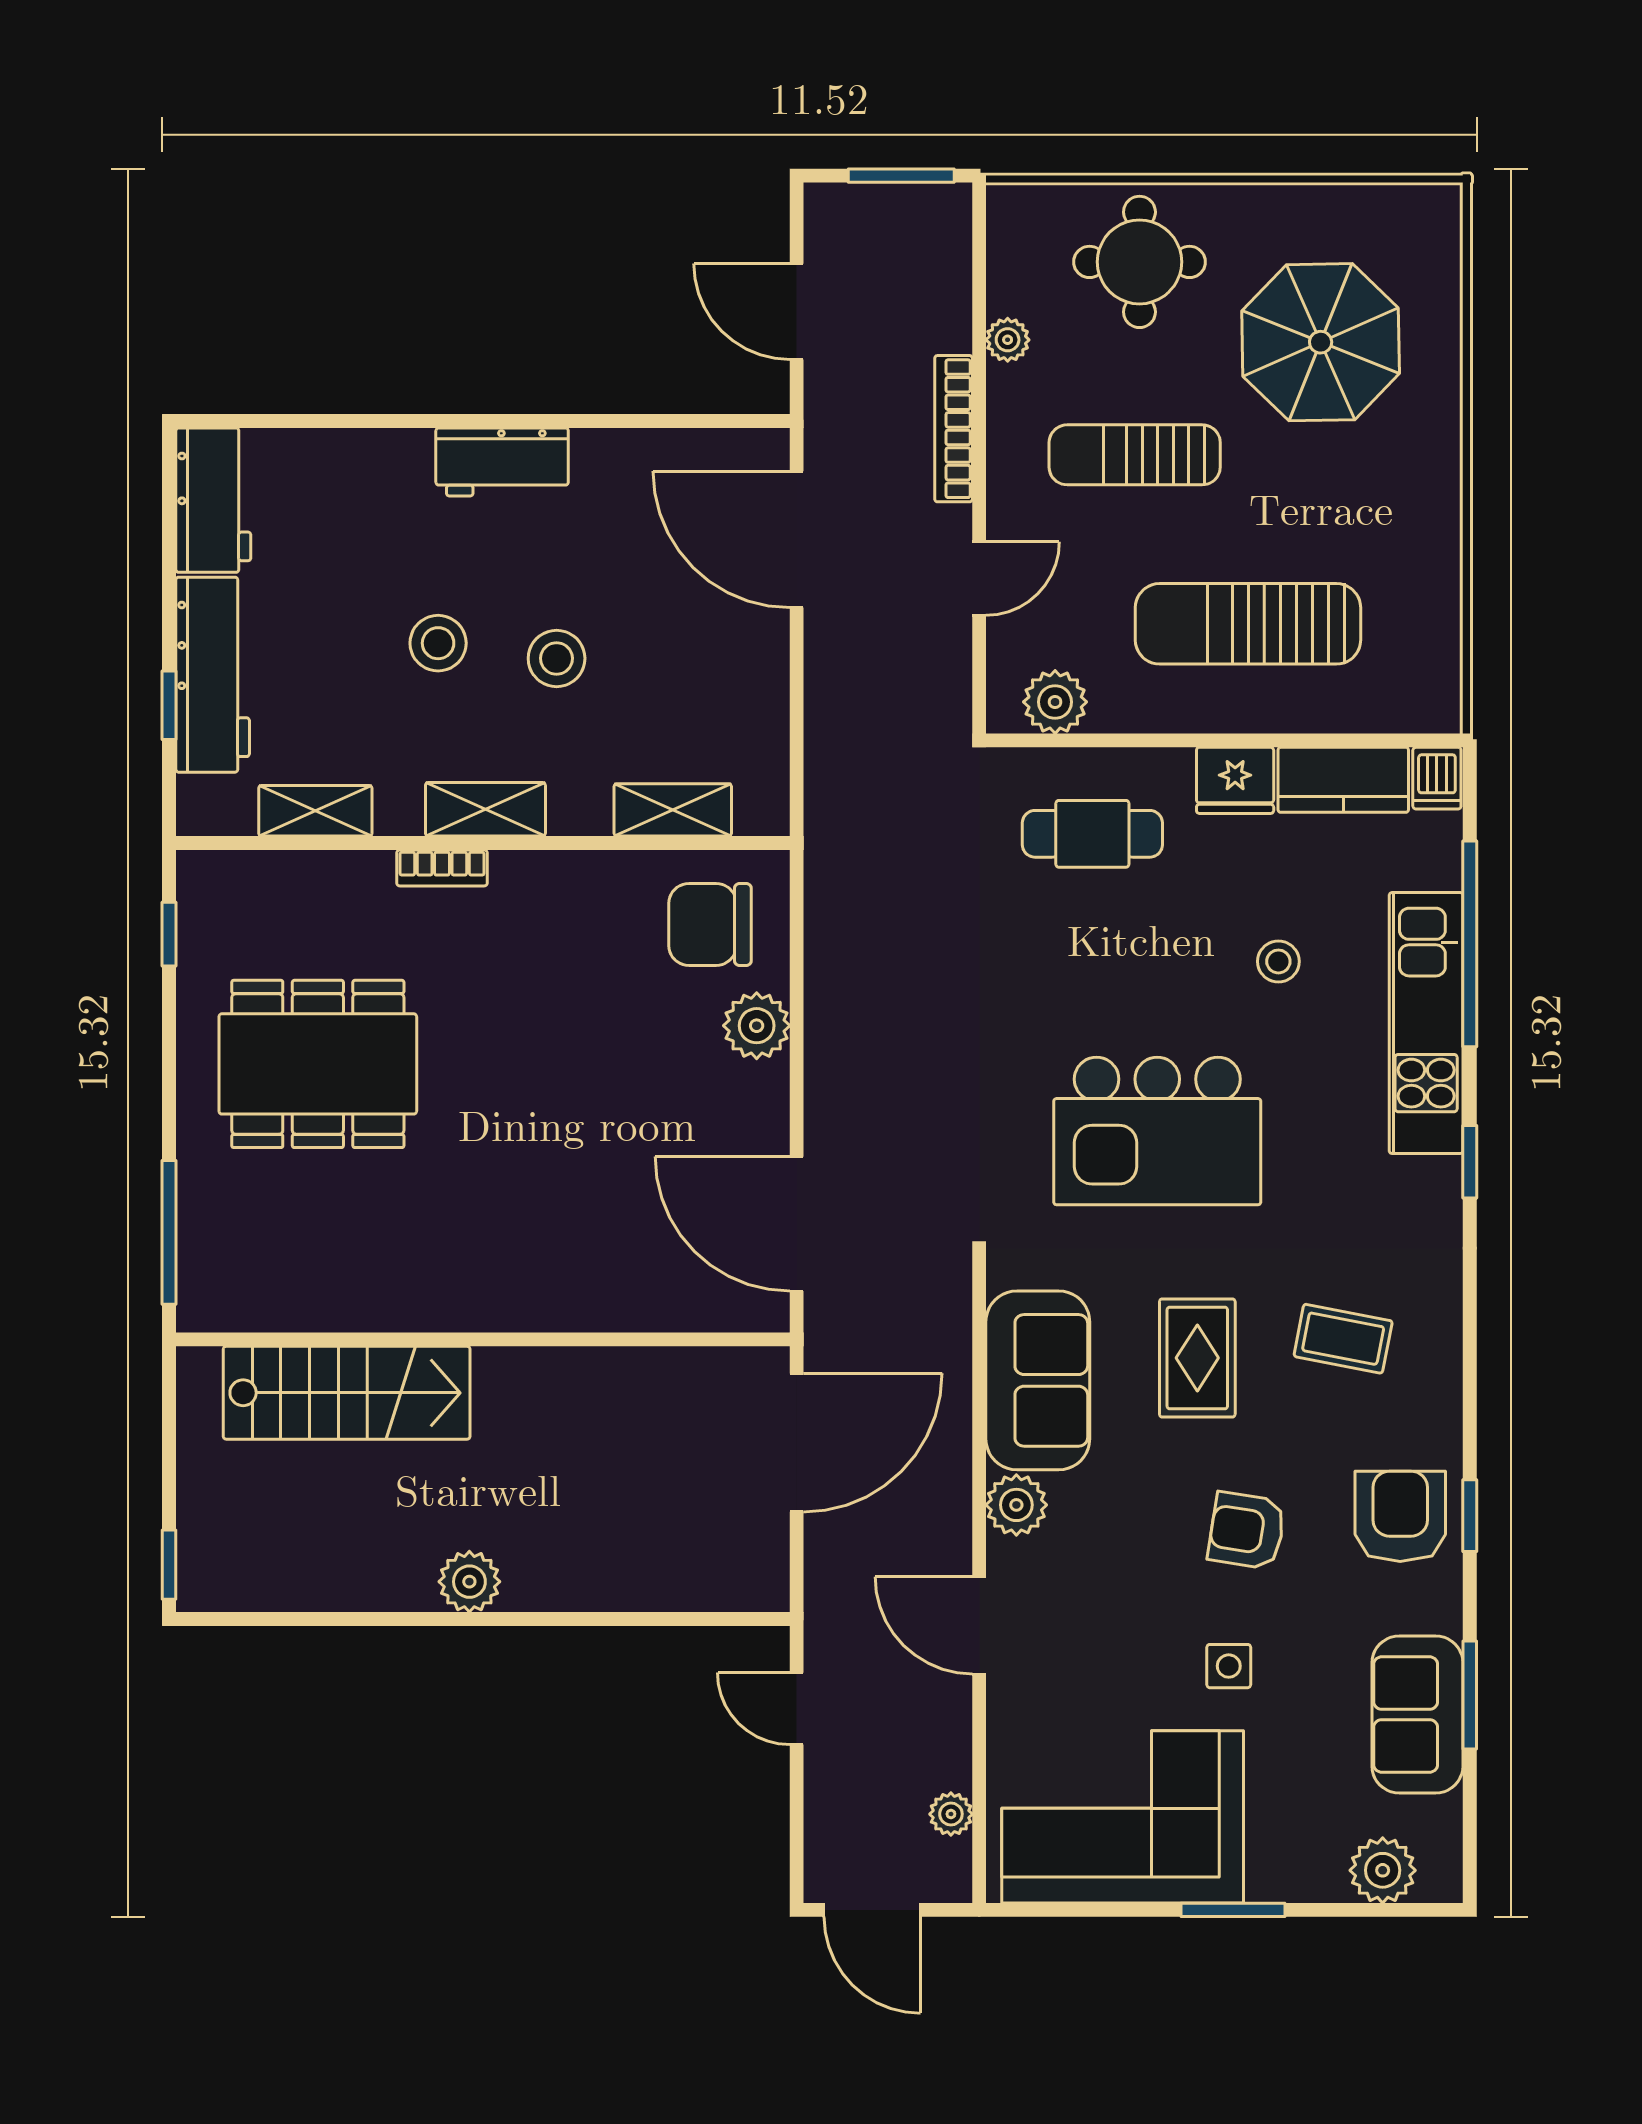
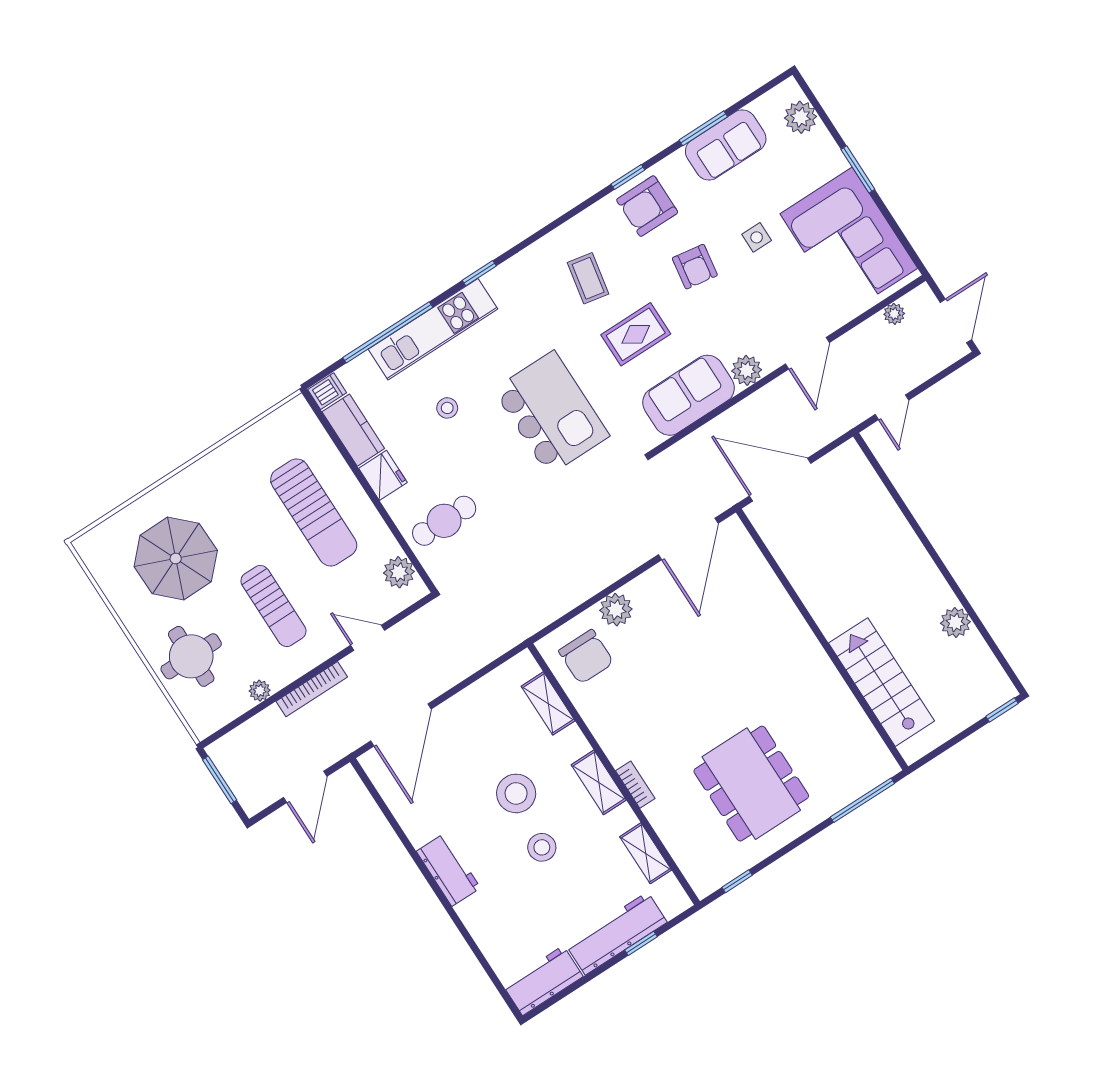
stool: (557, 658) -> (516, 793), width x1.38, depth x1.38
cafe table: (1092, 834) -> (444, 521), turned 90
plant: (469, 1582) -> (955, 622), moved

